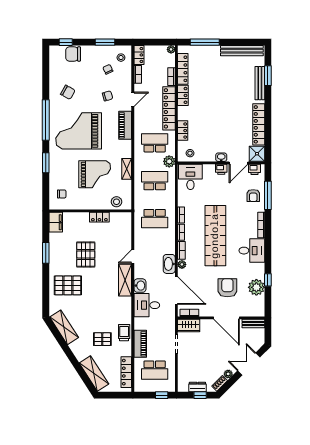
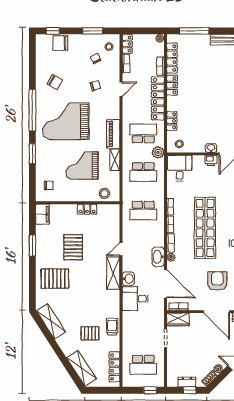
piano: (125, 125) -> (113, 134), moved
grand piano: (95, 174) -> (82, 166), turned 180
school desk: (155, 181) -> (143, 172), turned 180
piano: (140, 344) -> (129, 338), removed

